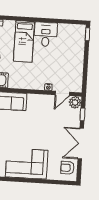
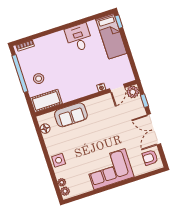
bed: (24, 41) -> (111, 36), moved

